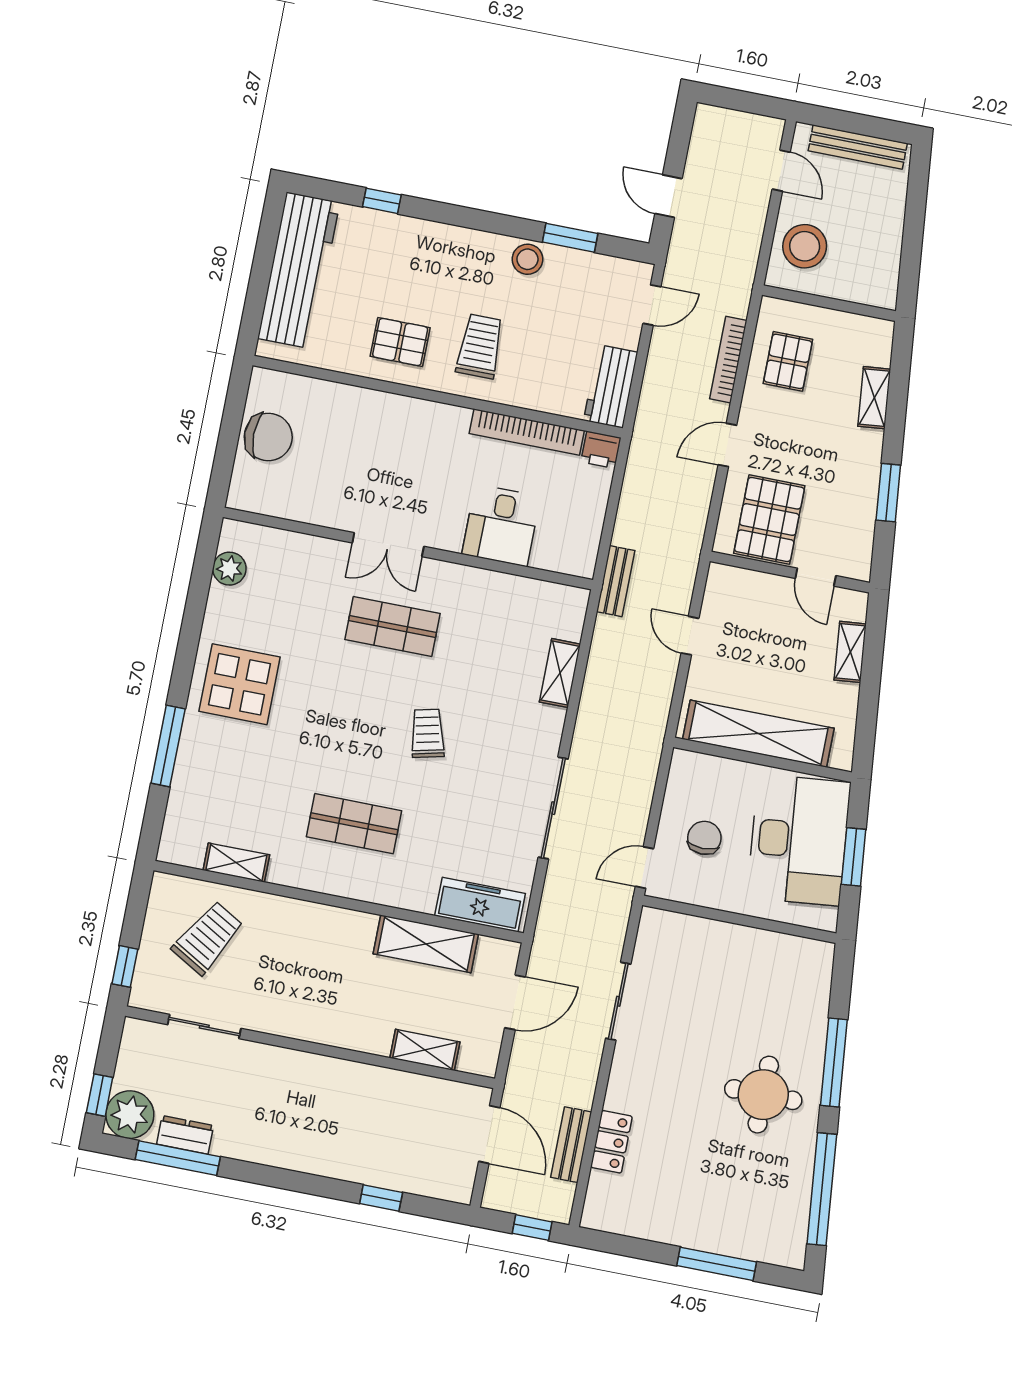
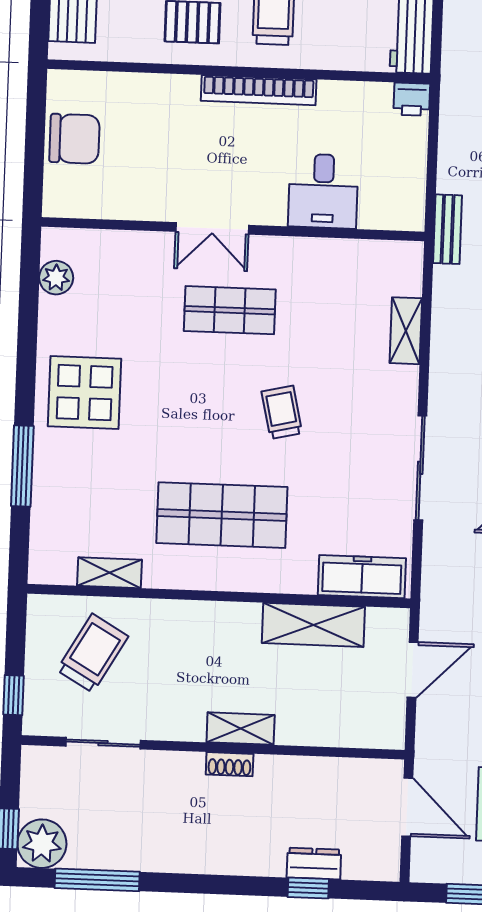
bookcase: (527, 432) -> (259, 90), moved
shop shelf: (354, 824) -> (222, 515), width x1.43, depth x1.36
shelving: (425, 1050) -> (241, 729), moved
shoe rack: (324, 1066) -> (230, 764), added
dresser: (185, 1135) -> (314, 864), moved

